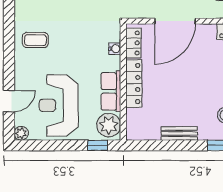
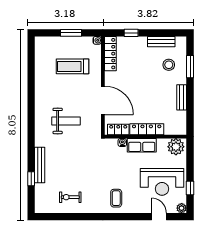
row of seats: (111, 91) -> (142, 145), moved
window: (98, 145) -> (190, 188), moved

